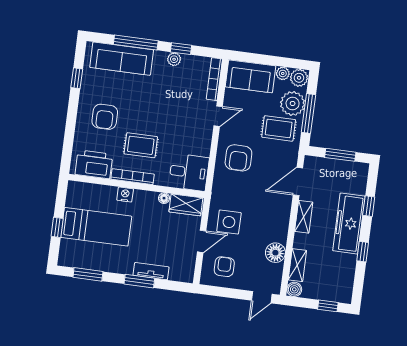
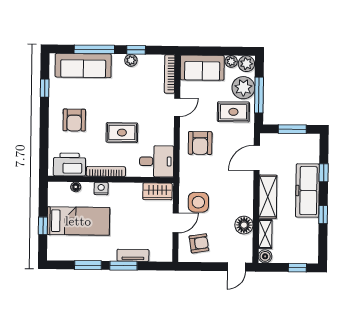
rug: (141, 145) -> (122, 133), moved
floor lamp: (164, 198) -> (76, 187), moved
shelving: (304, 217) -> (268, 197), width x1.50, depth x1.33
armchair: (224, 267) -> (199, 243), turned 81
window: (88, 274) -> (88, 265), moved

